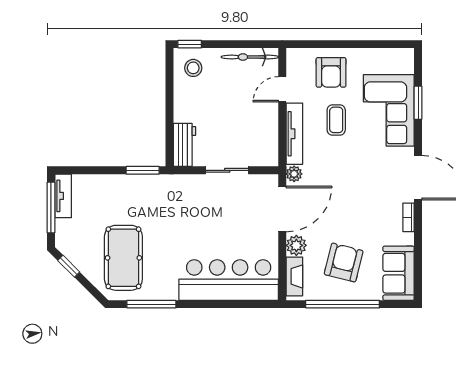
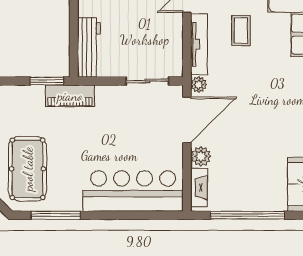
workbench: (184, 145) -> (89, 47), width x1.38
sliding door: (227, 170) -> (147, 81), moved
piano: (166, 185) -> (70, 96), added
armchair: (344, 263) -> (248, 174), removed

